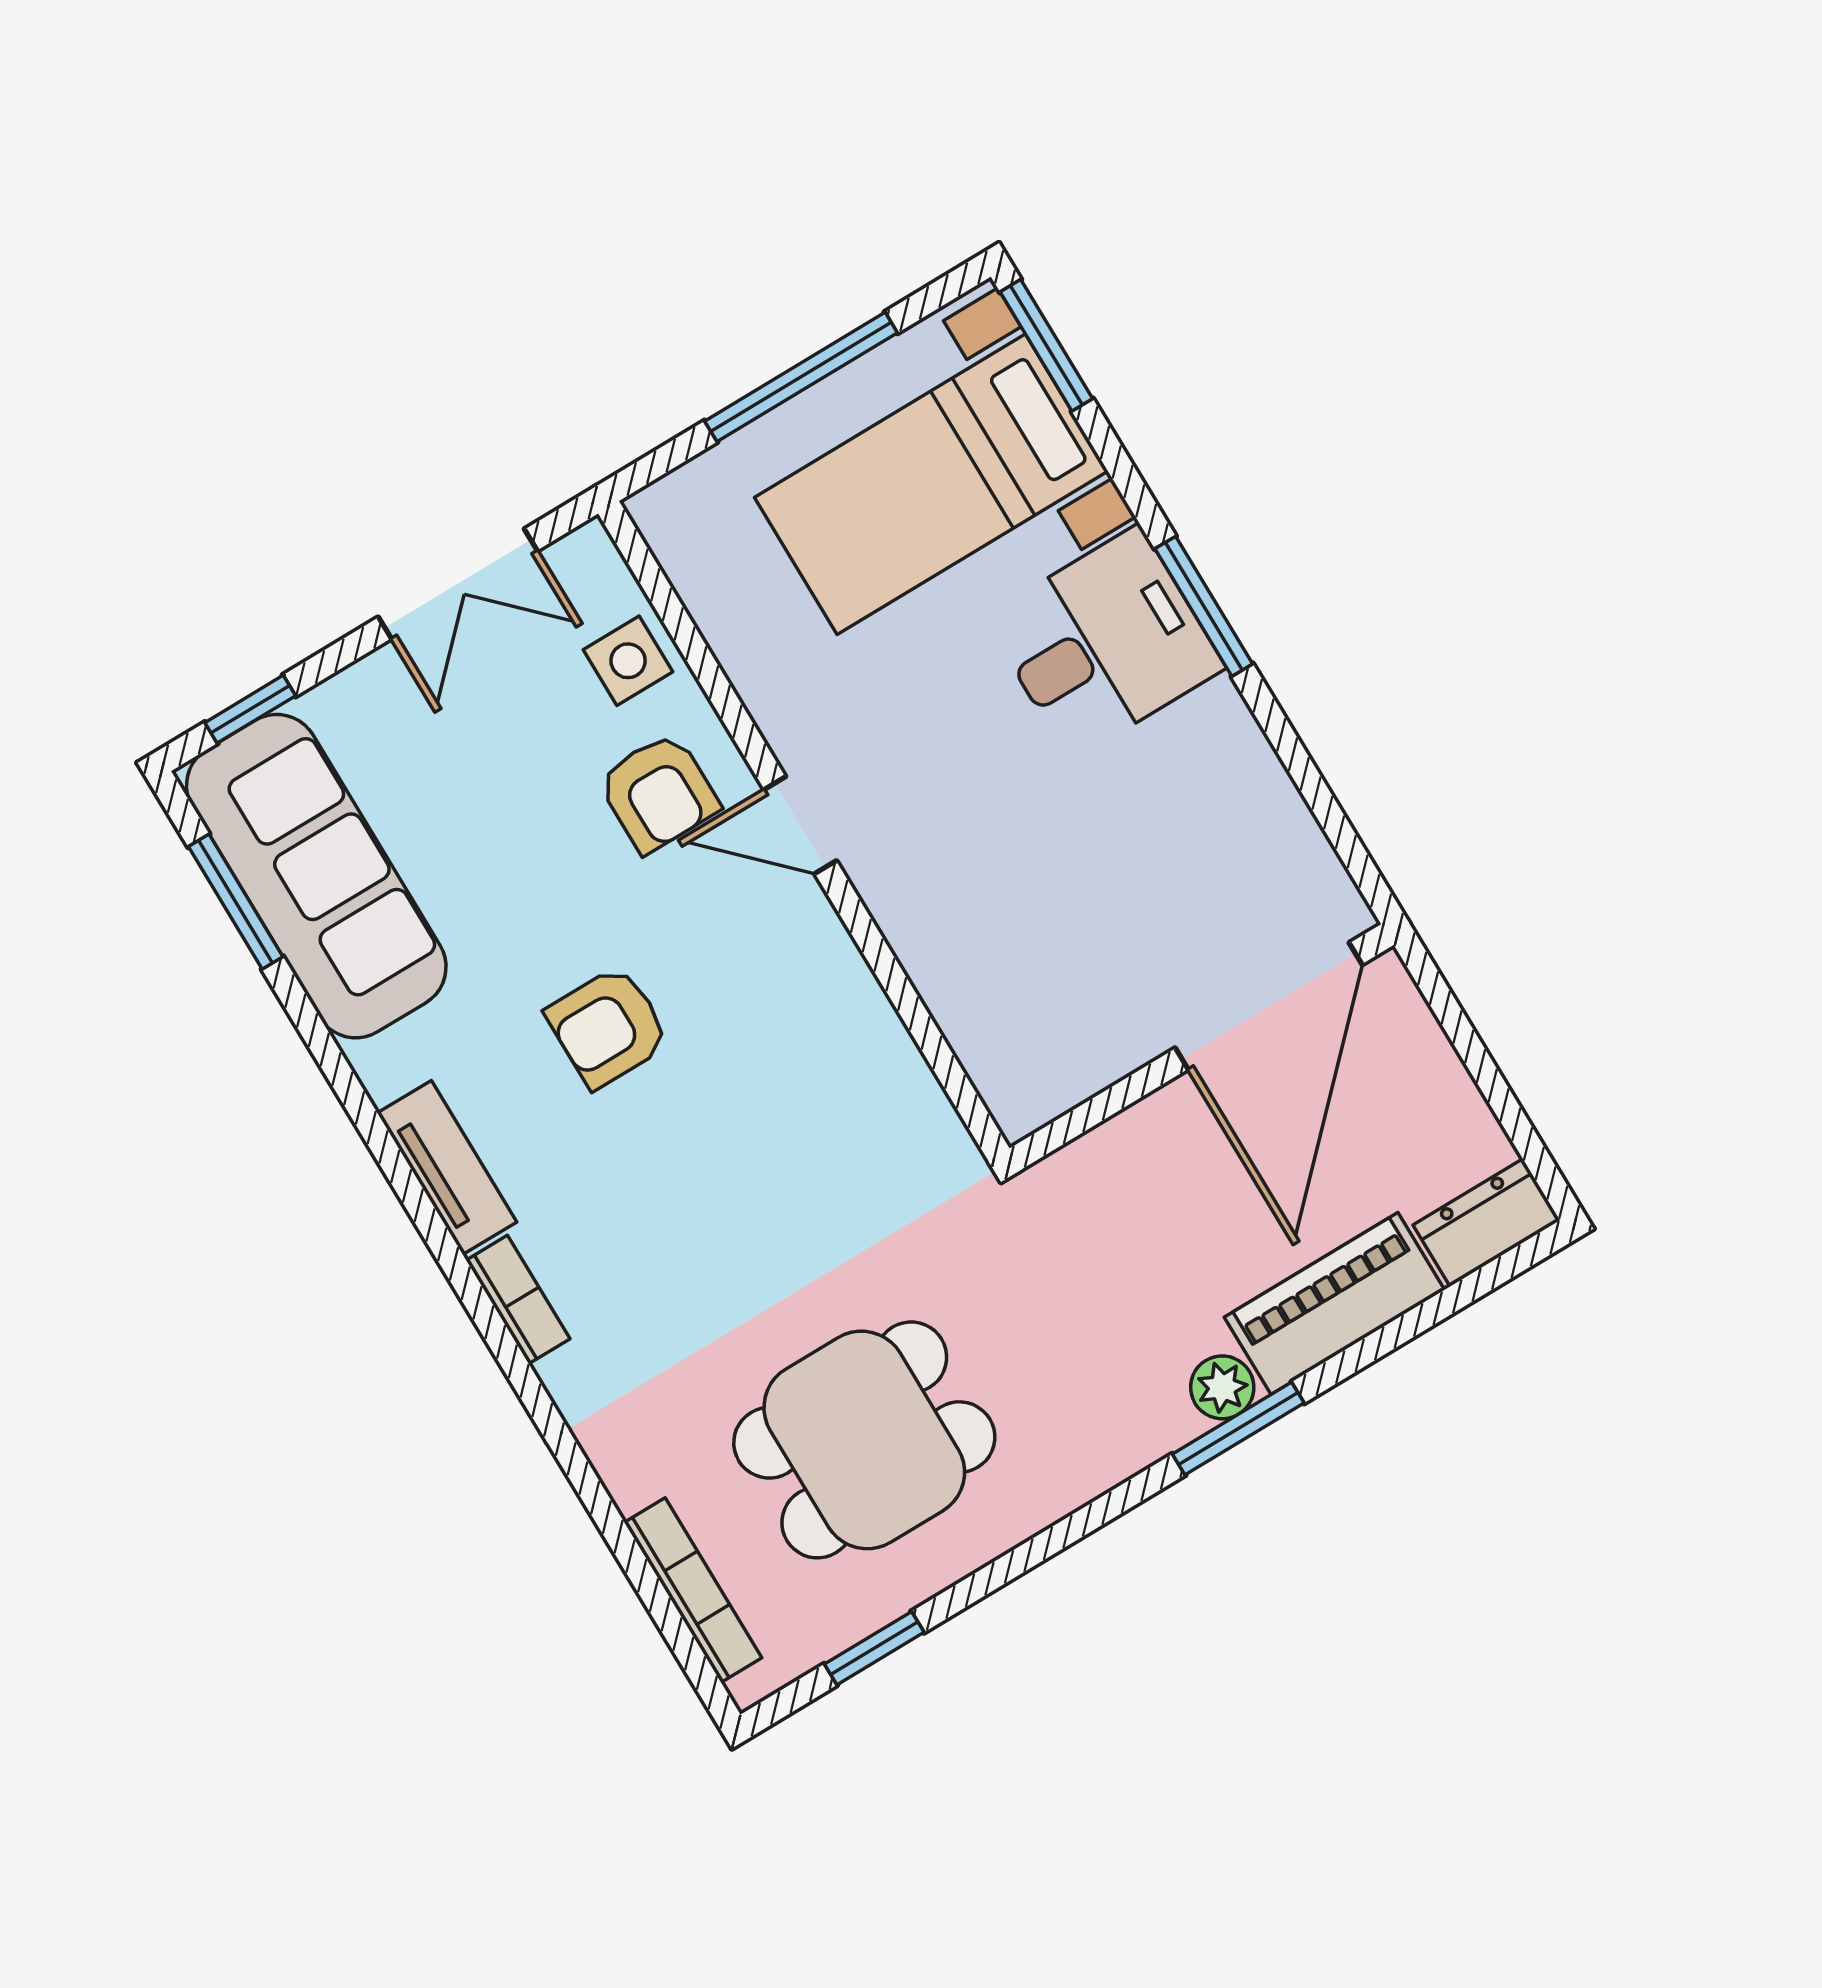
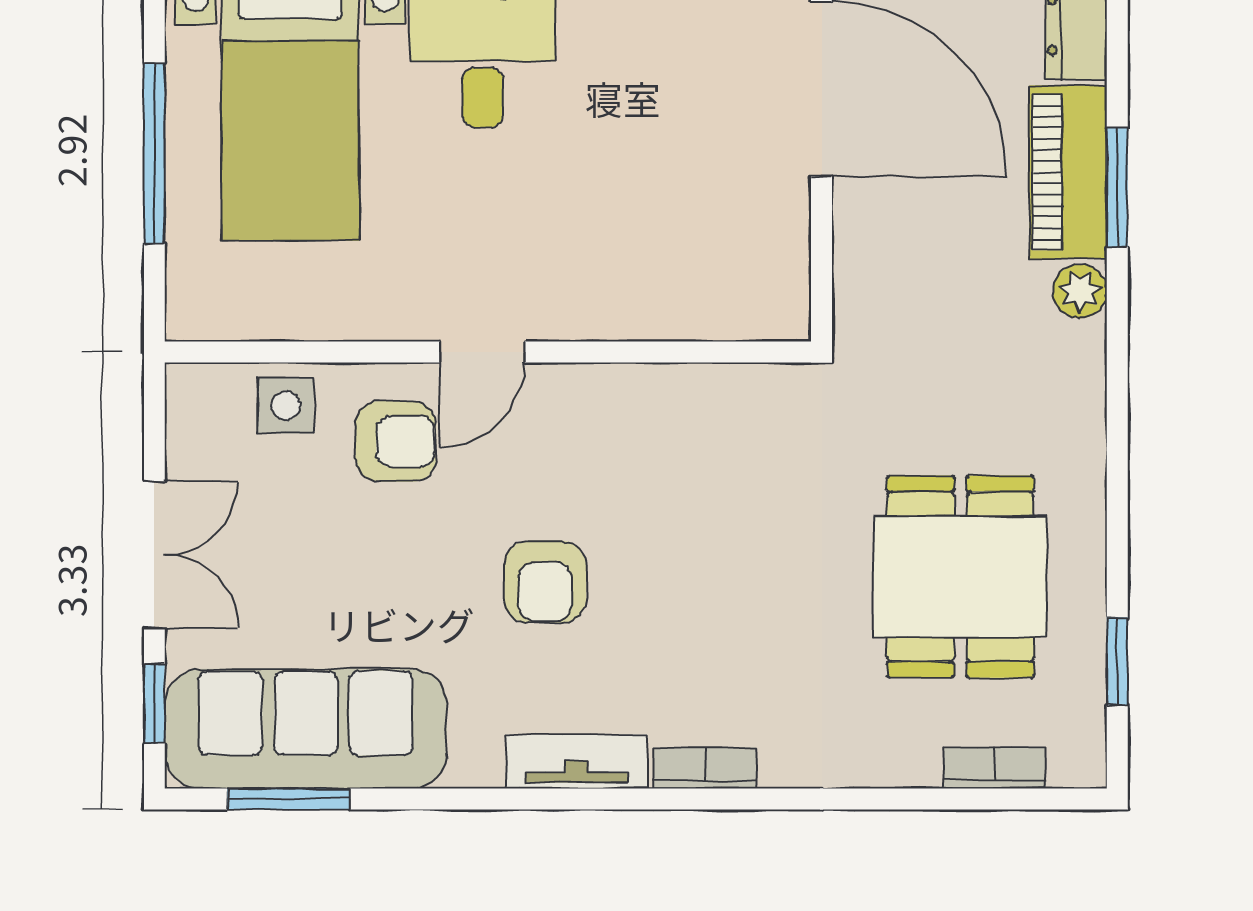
double door: (458, 584) -> (154, 555), moved
window: (1238, 1429) -> (1117, 187), moved
bookcase: (693, 1590) -> (995, 768), width x0.64

